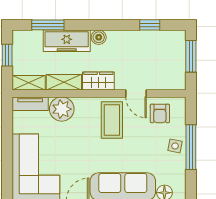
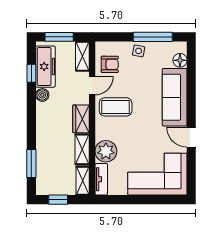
boiler: (99, 37) -> (42, 95), moved
freezer: (67, 41) -> (45, 67), moved
shelving: (169, 83) -> (82, 56), added
window: (191, 147) -> (153, 37), moved

